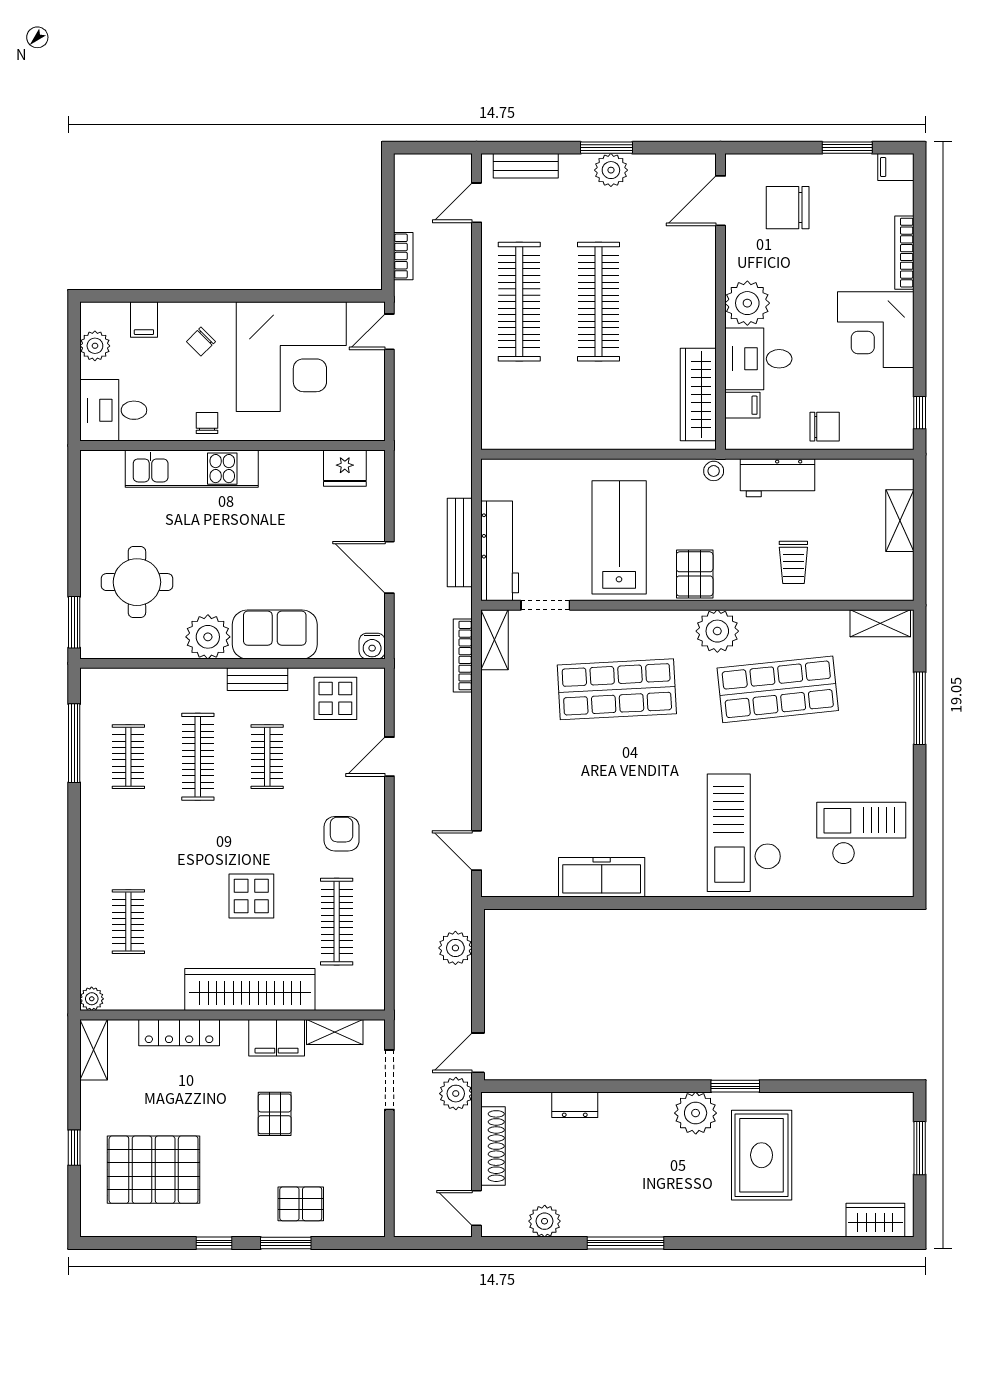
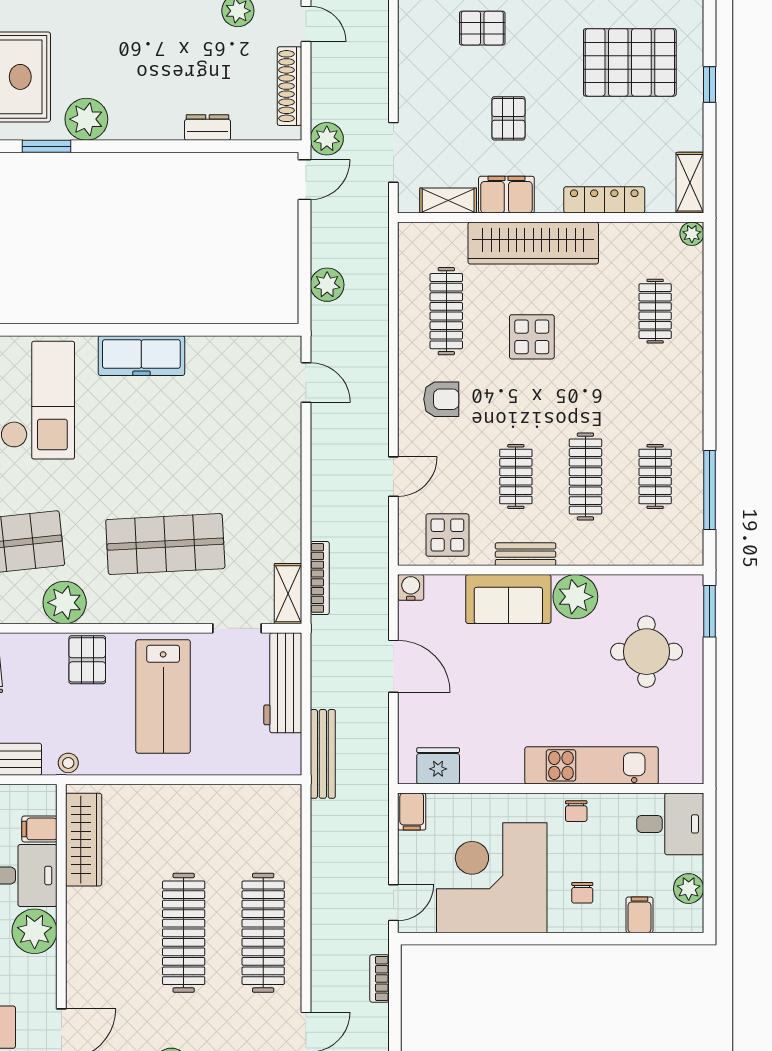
chair: (201, 342) -> (582, 893), turned 135
filing cabinet: (371, 423) -> (412, 812), added
bench: (460, 542) -> (323, 754), moved
armchair: (342, 834) -> (441, 399), turned -90
freezer: (602, 877) -> (141, 356), moved

